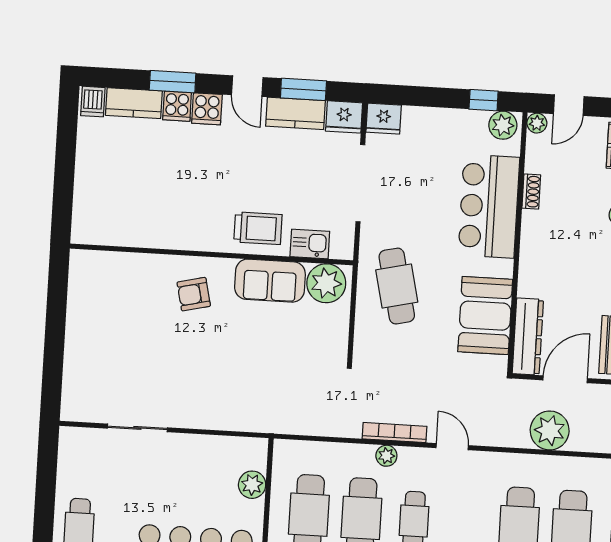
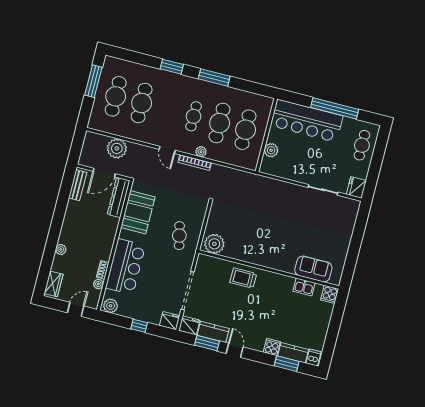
window: (173, 82) -> (287, 364), moved
window: (484, 100) -> (139, 326), moved
cooker: (207, 109) -> (330, 294), moved, turned 180
plant: (537, 123) -> (98, 284), moved
kitchen sink: (310, 244) -> (304, 287), moved
sofa: (270, 281) -> (313, 269), moved
cafe table: (397, 286) -> (179, 236), width x0.73, depth x0.74
armchair: (194, 294) -> (282, 251), removed
fridge: (74, 445) -> (356, 187), added

